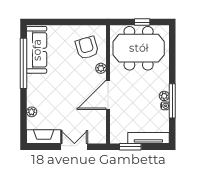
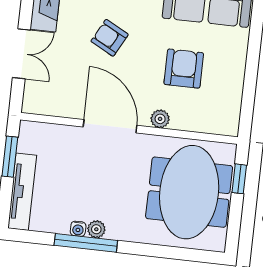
window: (142, 22) -> (239, 179), moved
armchair: (87, 48) -> (184, 69), moved, turned -74
armchair: (60, 100) -> (110, 38), added

